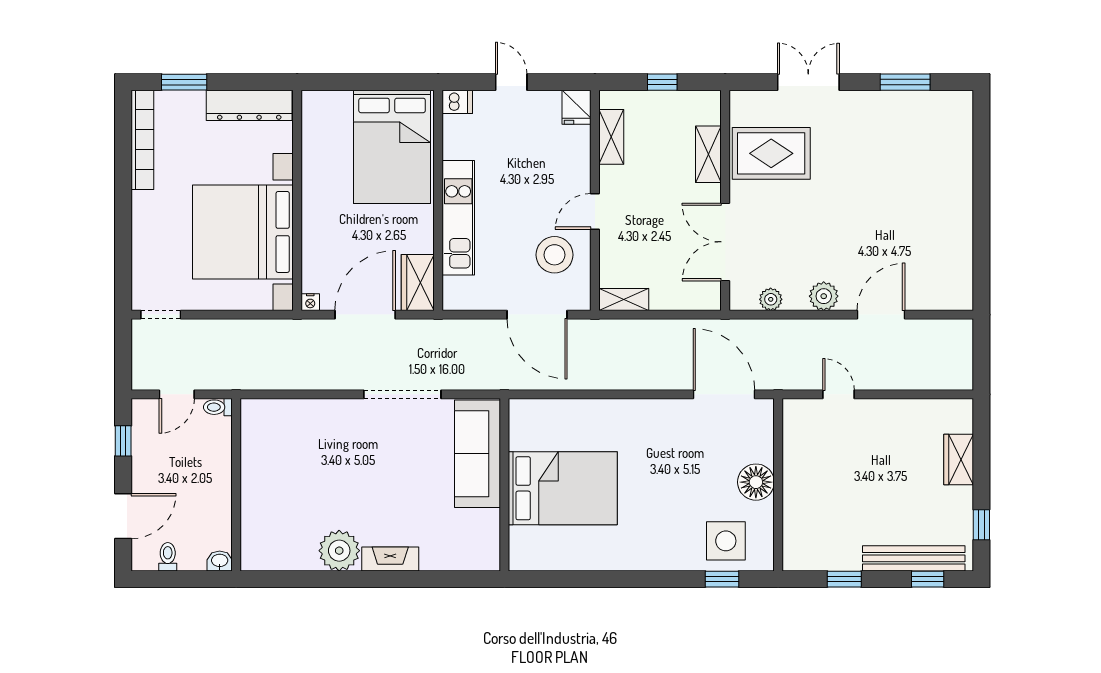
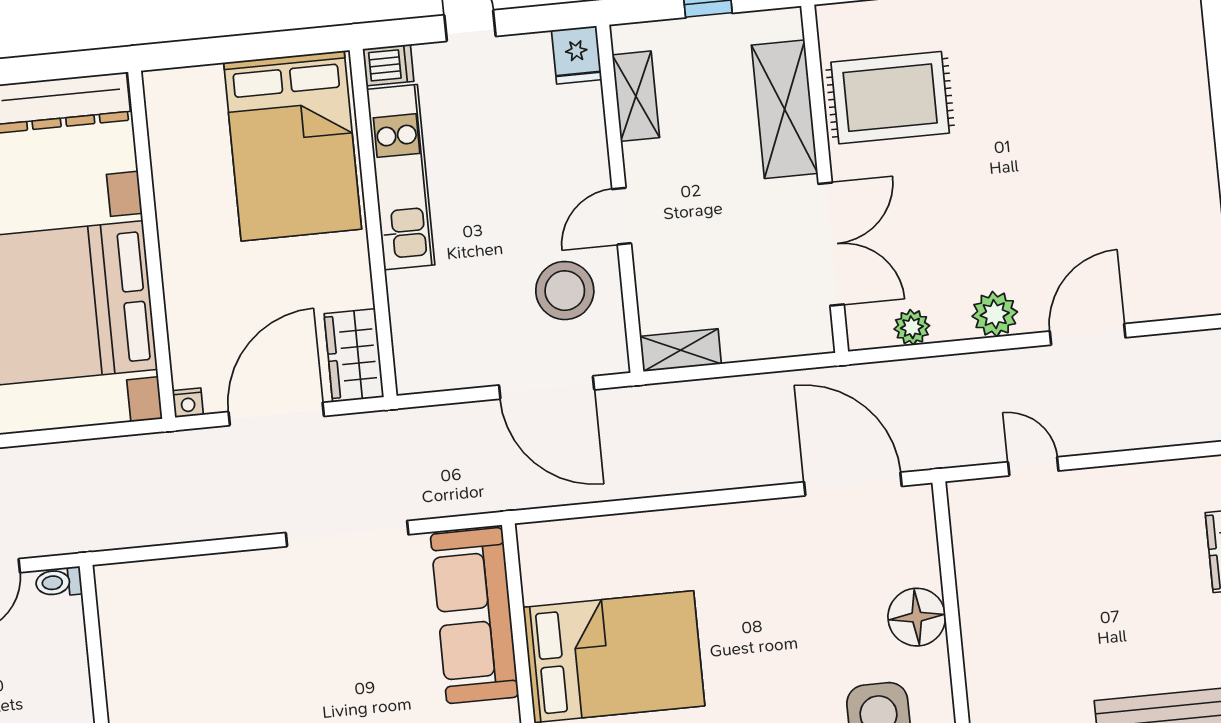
shelving: (708, 154) -> (785, 109), width x1.50, depth x1.33
kitchen unit: (458, 218) -> (401, 177), moved
double door: (725, 242) -> (831, 244), swing flipped

